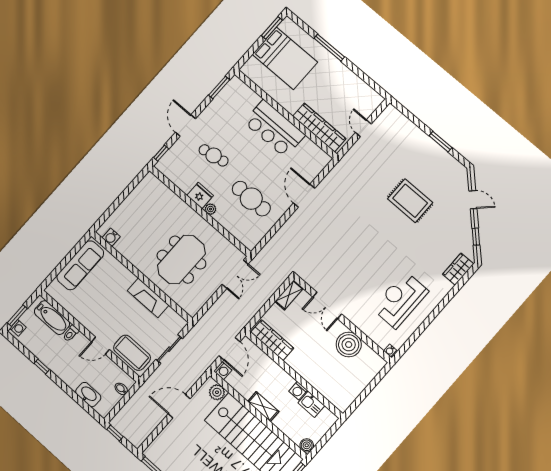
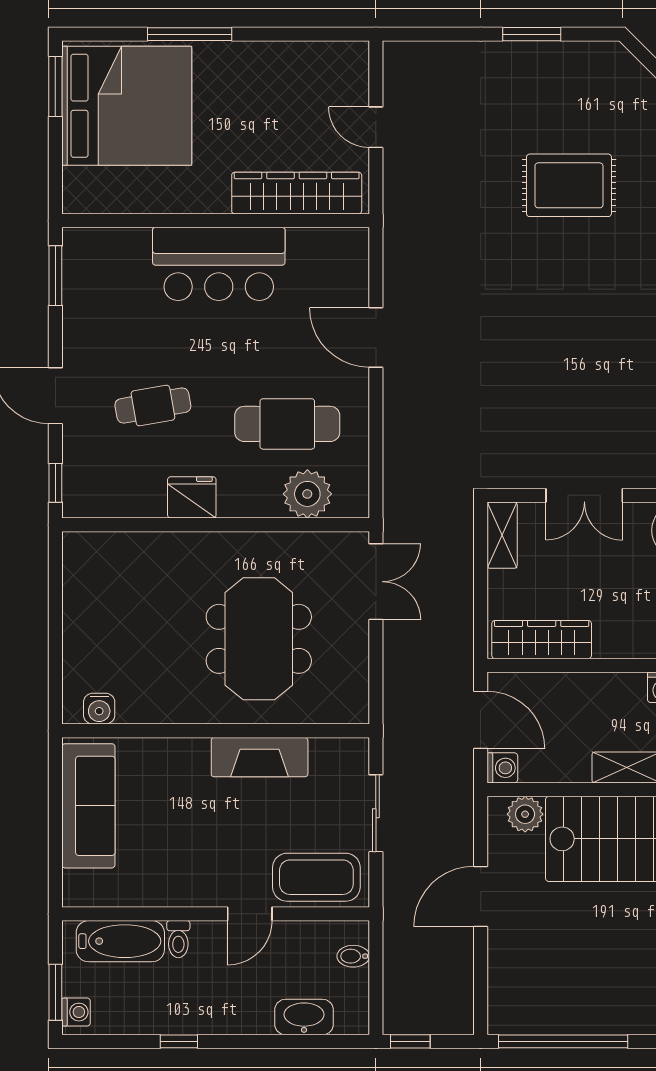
bed: (285, 58) -> (127, 106), width x1.36
plant: (210, 209) -> (307, 494), moved, width x1.88, depth x1.88

